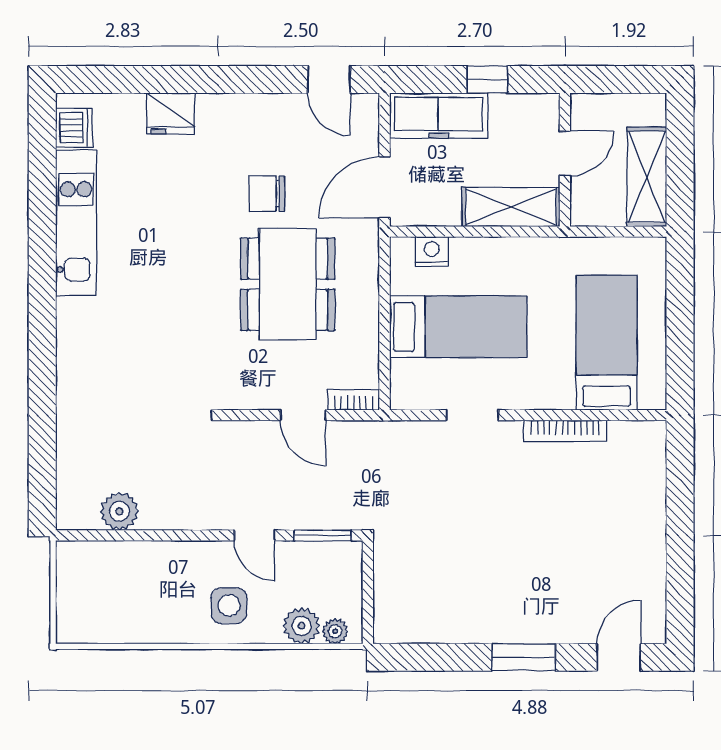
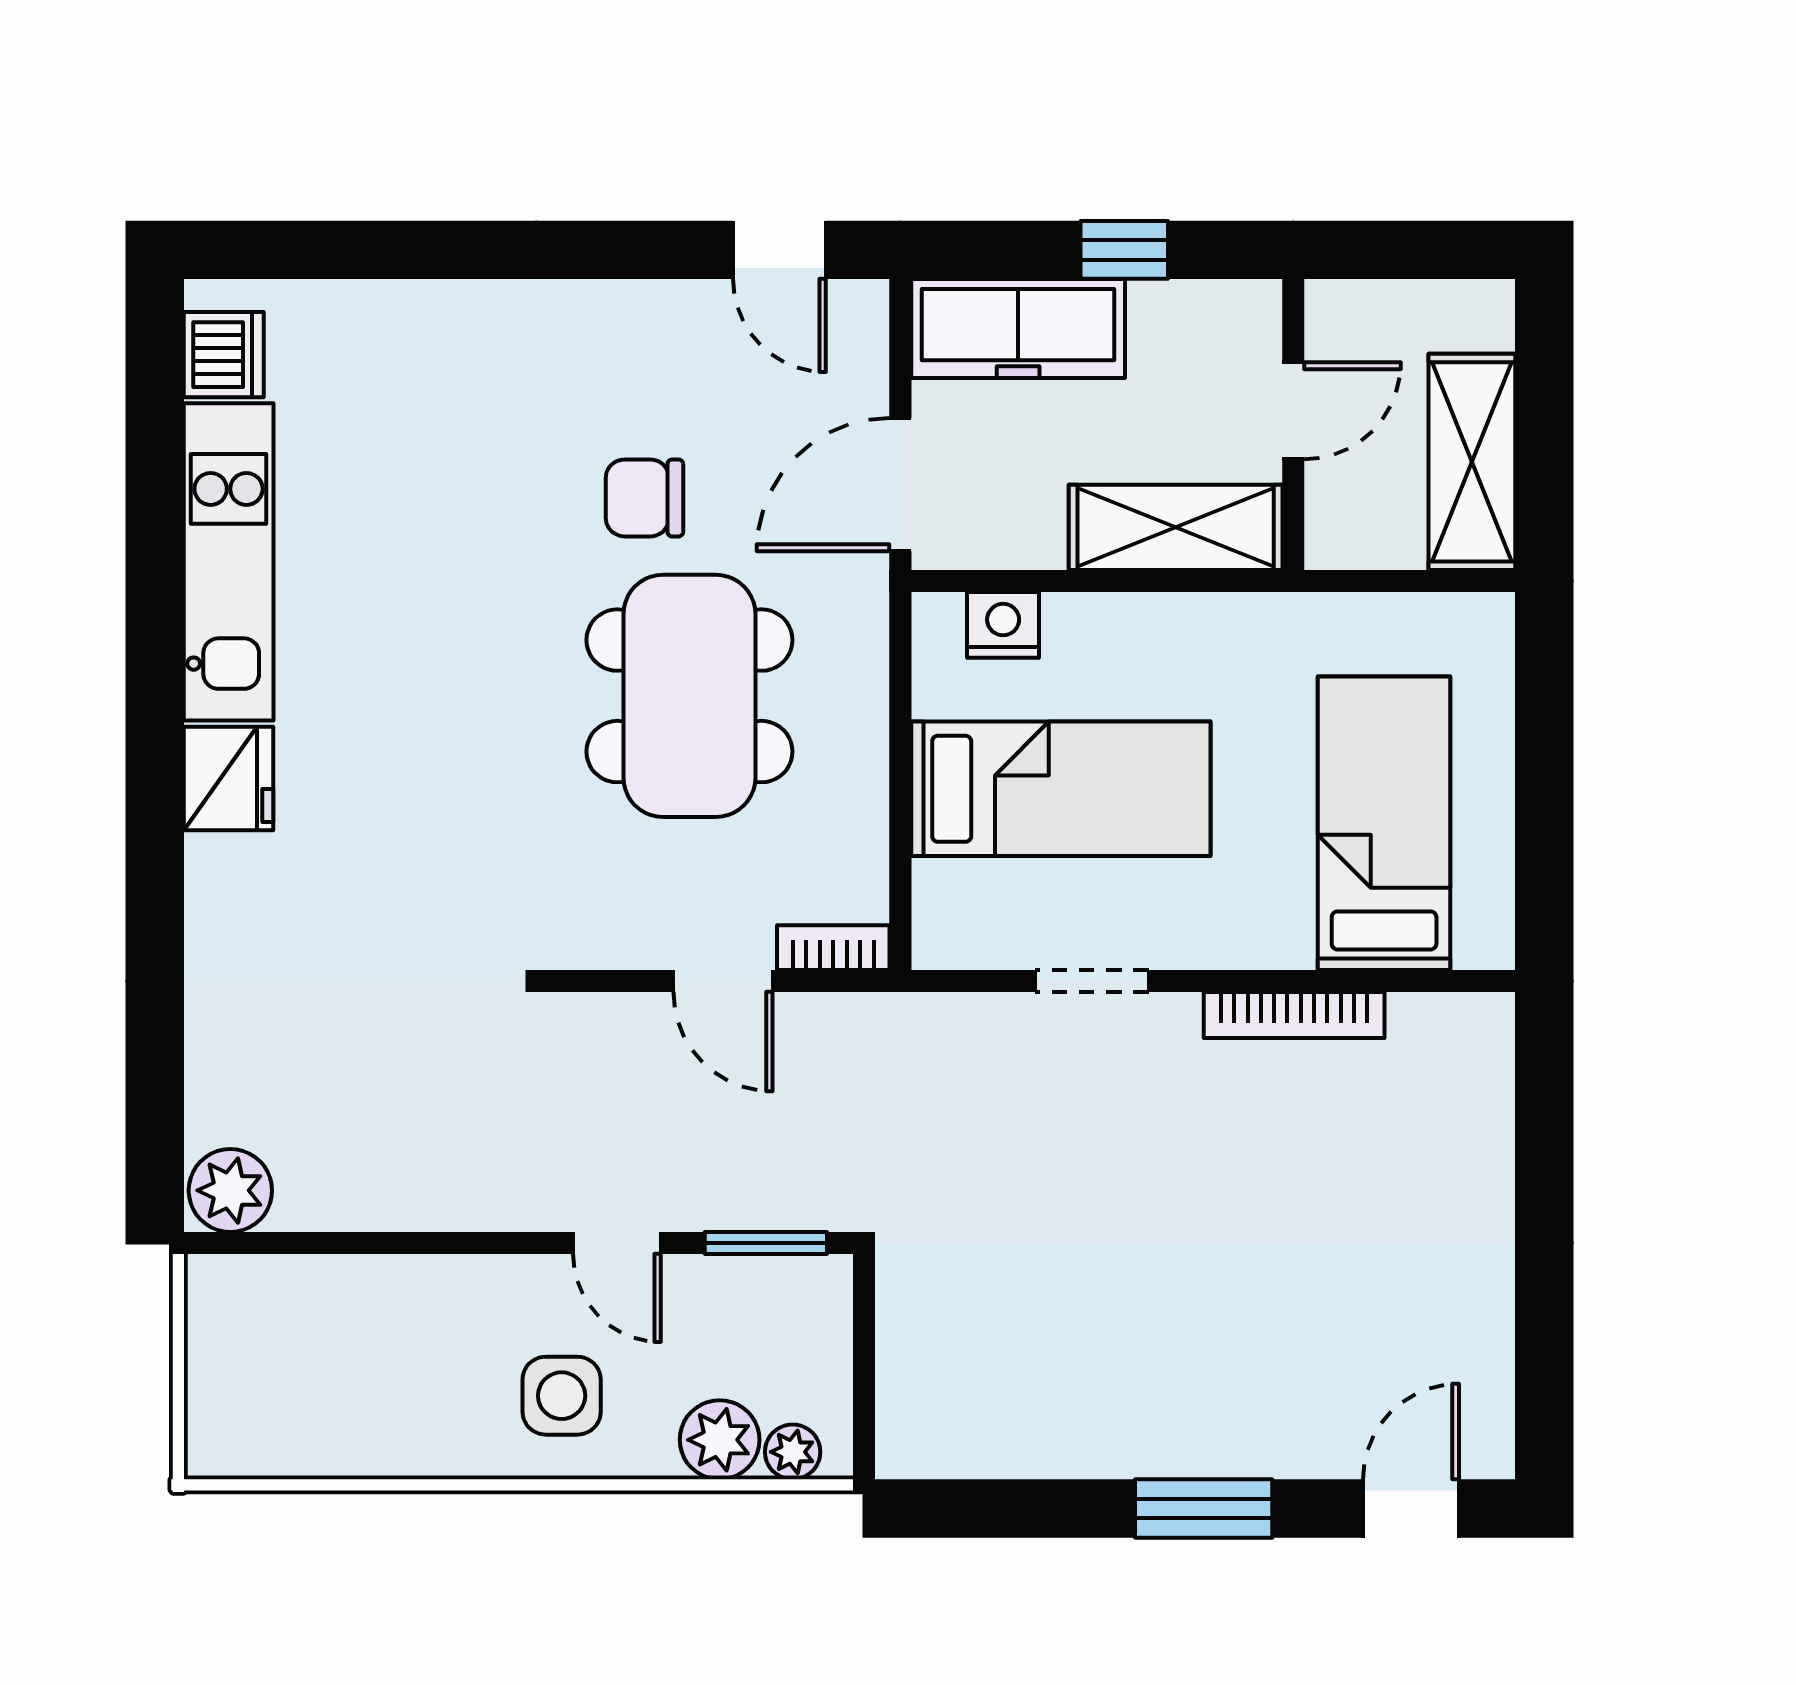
fridge: (171, 113) -> (228, 778), moved, turned -90
plant: (119, 511) -> (230, 1190), moved

